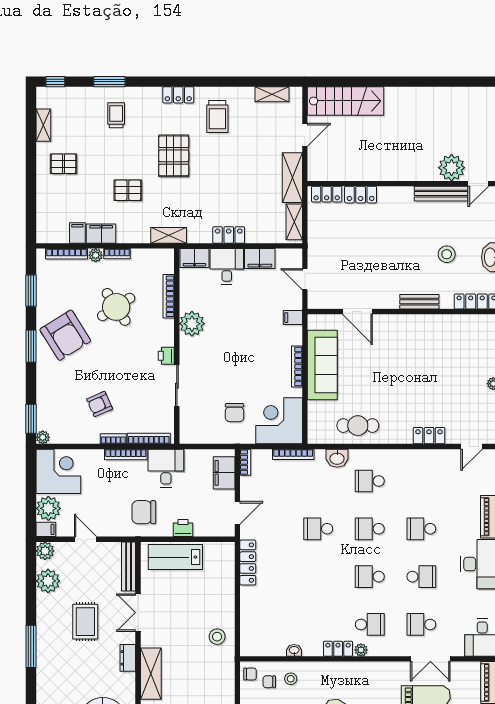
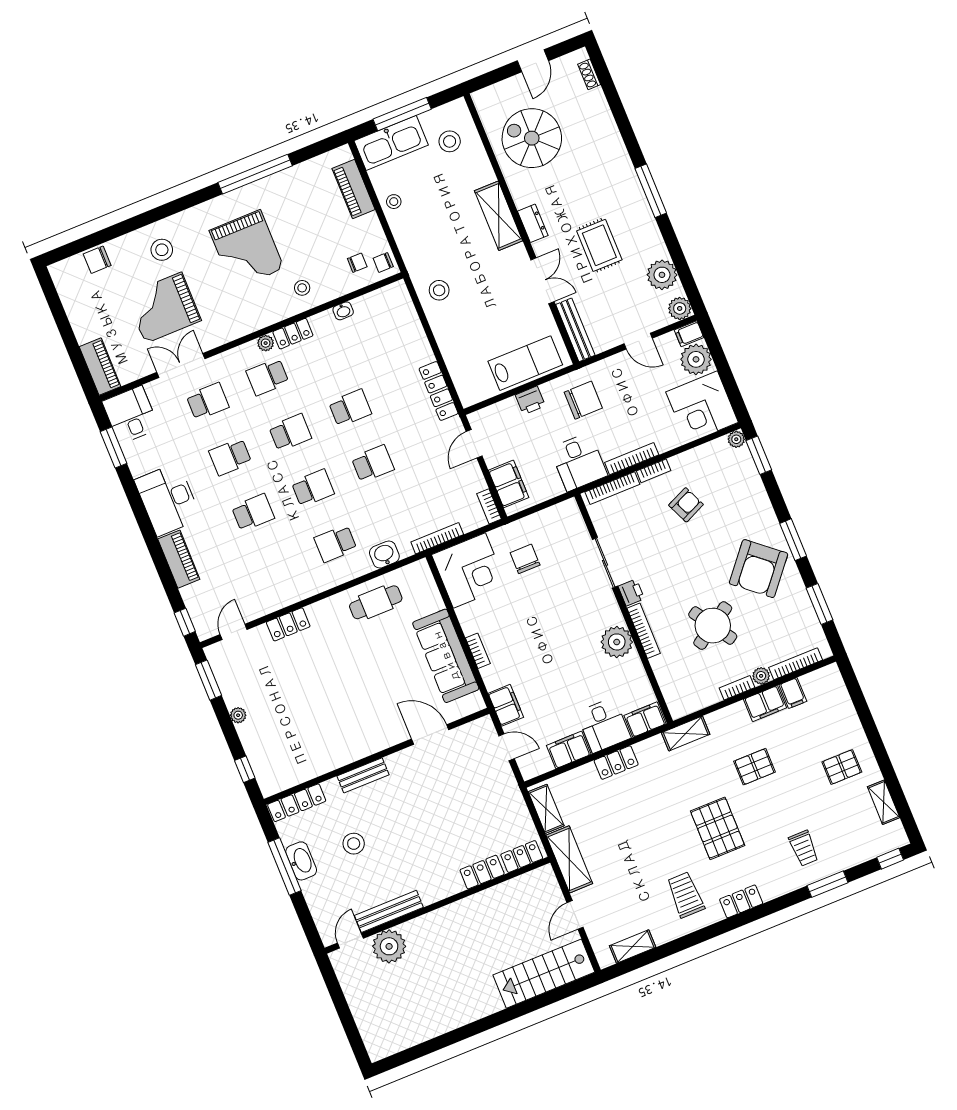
bookcase: (169, 296) -> (644, 631), moved
filing cabinet: (293, 318) -> (506, 705), width x2.00
armchair: (65, 335) -> (759, 569), turned -108
bookcase: (297, 367) -> (478, 651), width x0.64
school desk: (370, 481) -> (336, 544), turned 180
school desk: (318, 577) -> (350, 408), added
stool: (291, 679) -> (302, 288), moved

